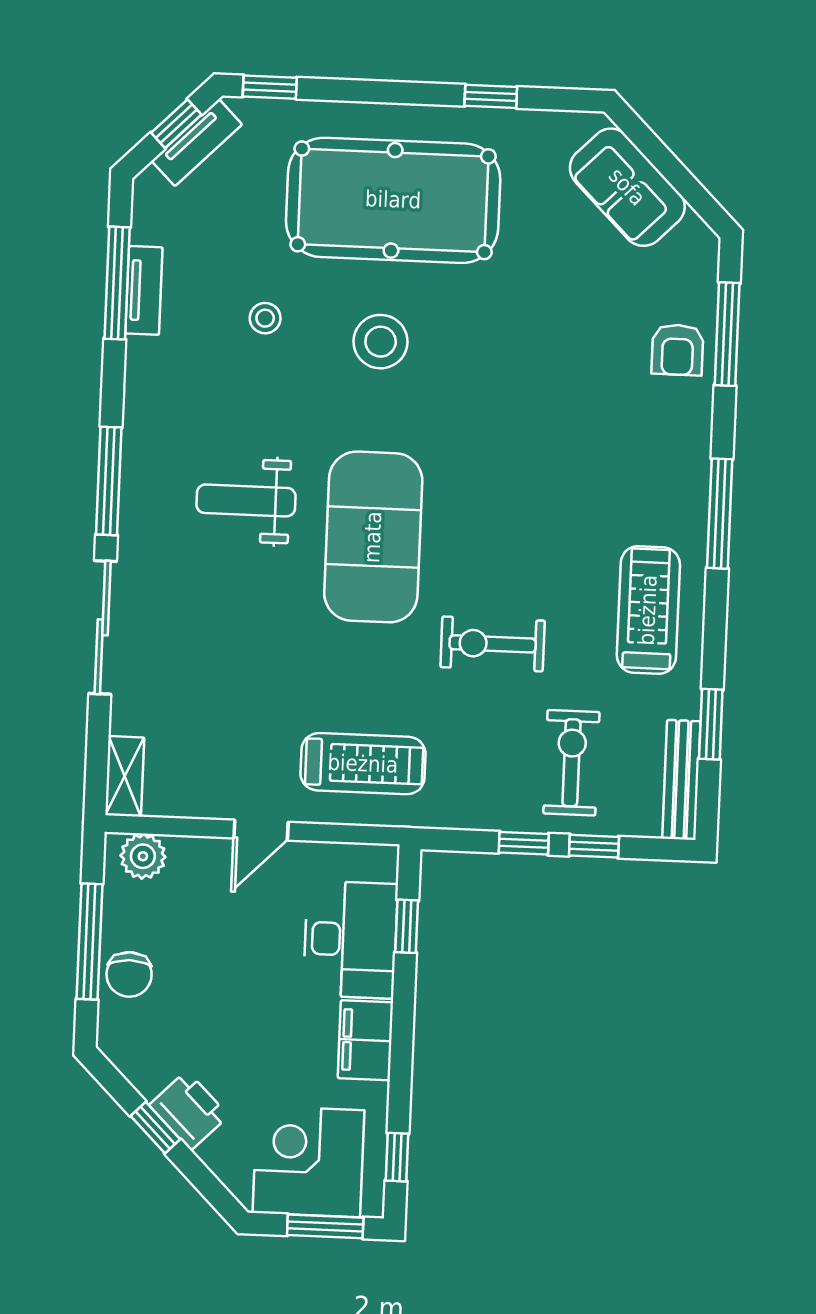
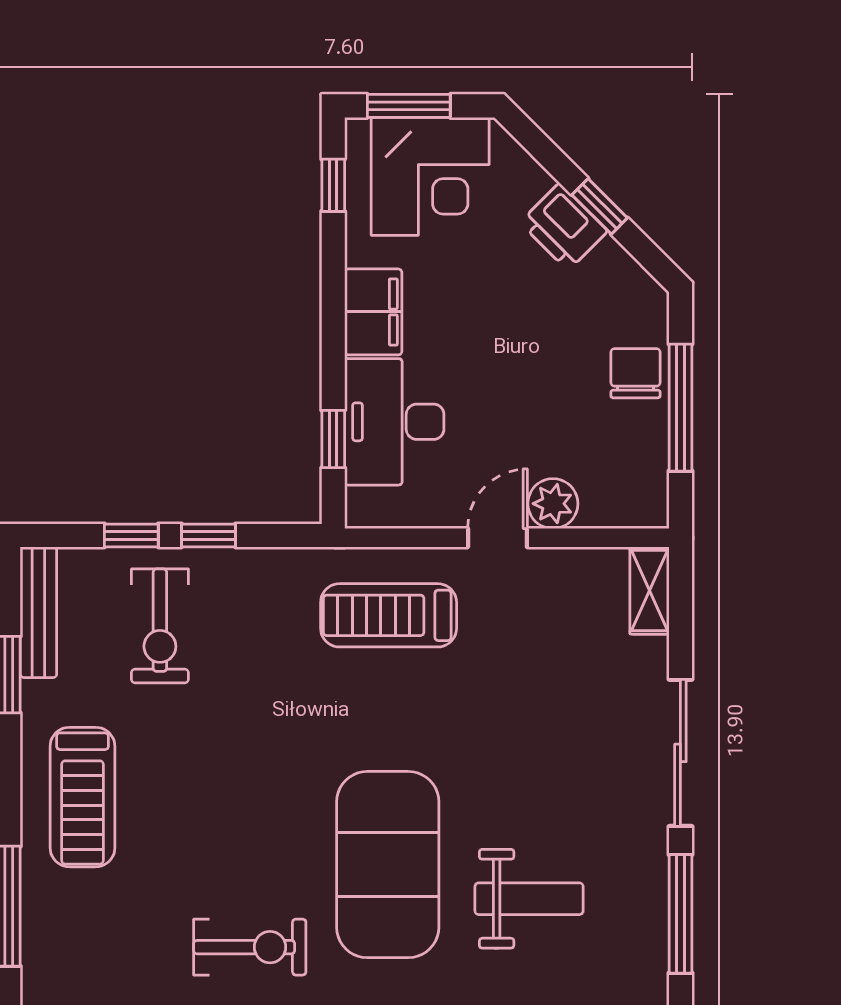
exercise bike: (493, 644) -> (250, 947), moved
plant: (143, 856) -> (553, 504), moved

